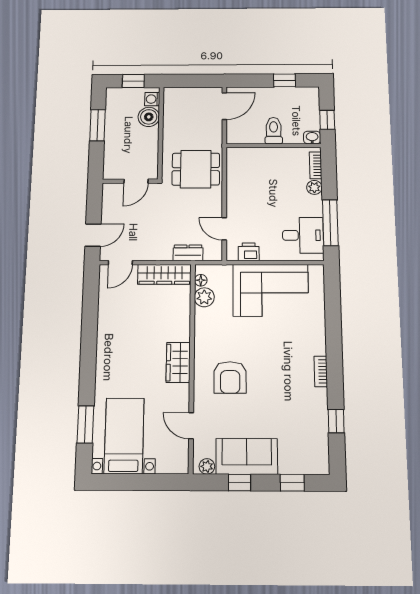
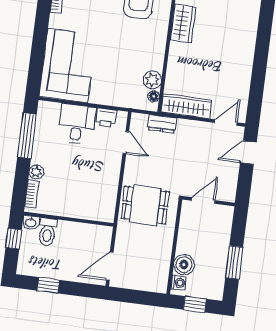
toilet: (274, 131) -> (47, 232), moved
desk: (303, 235) -> (77, 124), moved, turned 90
corner sofa: (271, 290) -> (68, 66), moved, turned 90

